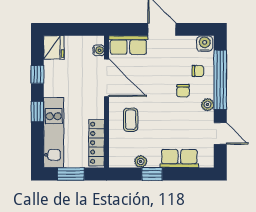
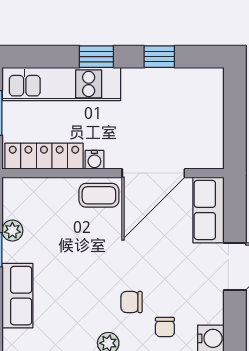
fridge: (54, 47) -> (205, 84), removed
water cooler: (99, 50) -> (94, 160), moved
coffee table: (131, 120) -> (99, 195), moved

